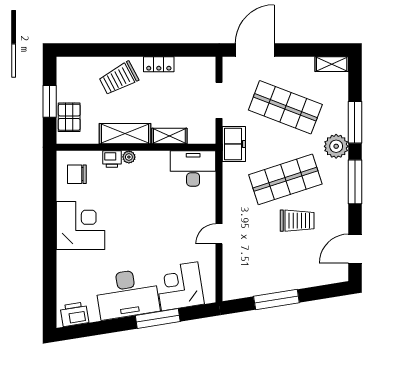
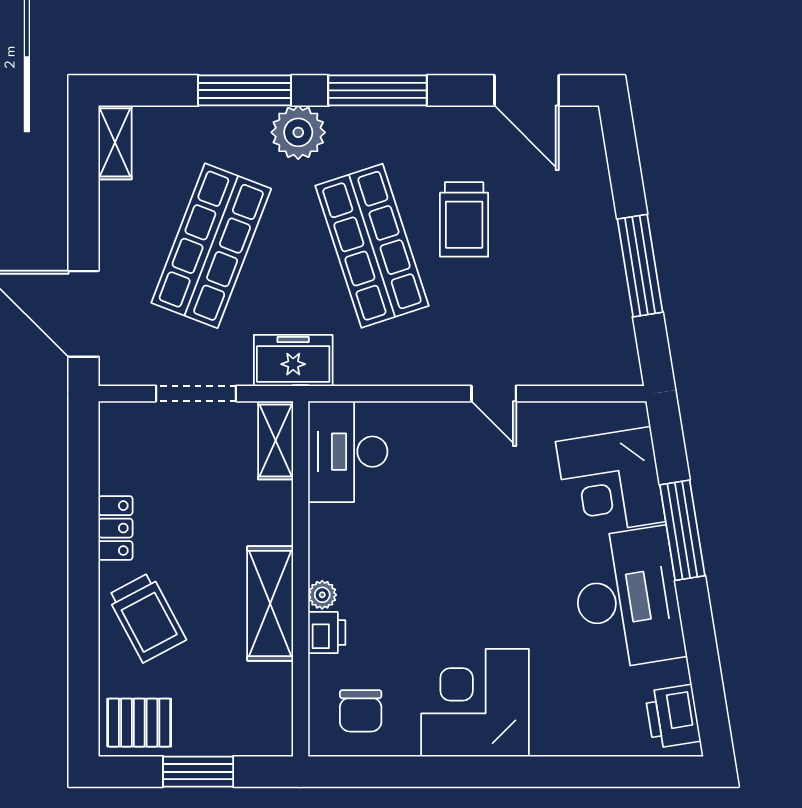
pallet: (69, 117) -> (139, 723), moved
shelving: (169, 136) -> (276, 441), moved
trolley: (297, 221) -> (464, 219), turned 180

